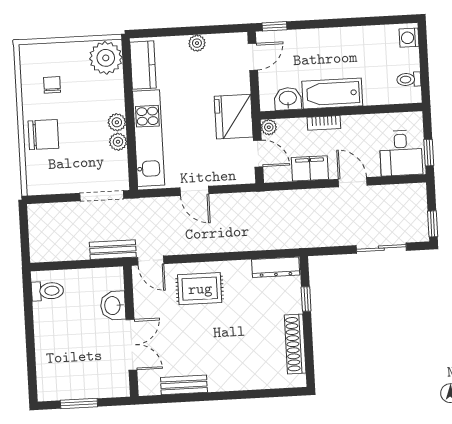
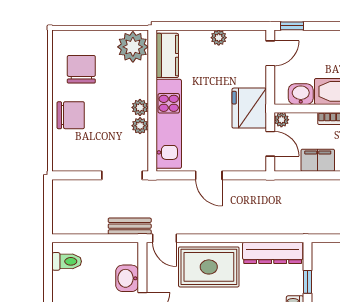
chair: (52, 85) -> (81, 69), width x1.87, depth x1.87
dresser: (276, 267) -> (273, 253), width x1.37, depth x1.24
rug: (200, 289) -> (209, 267), width x1.36, depth x1.43

